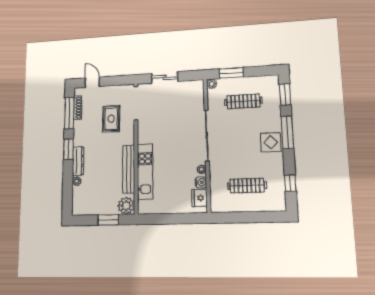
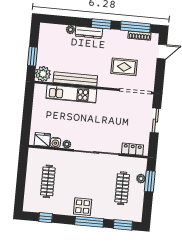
plant: (212, 84) -> (141, 179), moved
locker: (198, 97) -> (132, 149), added

